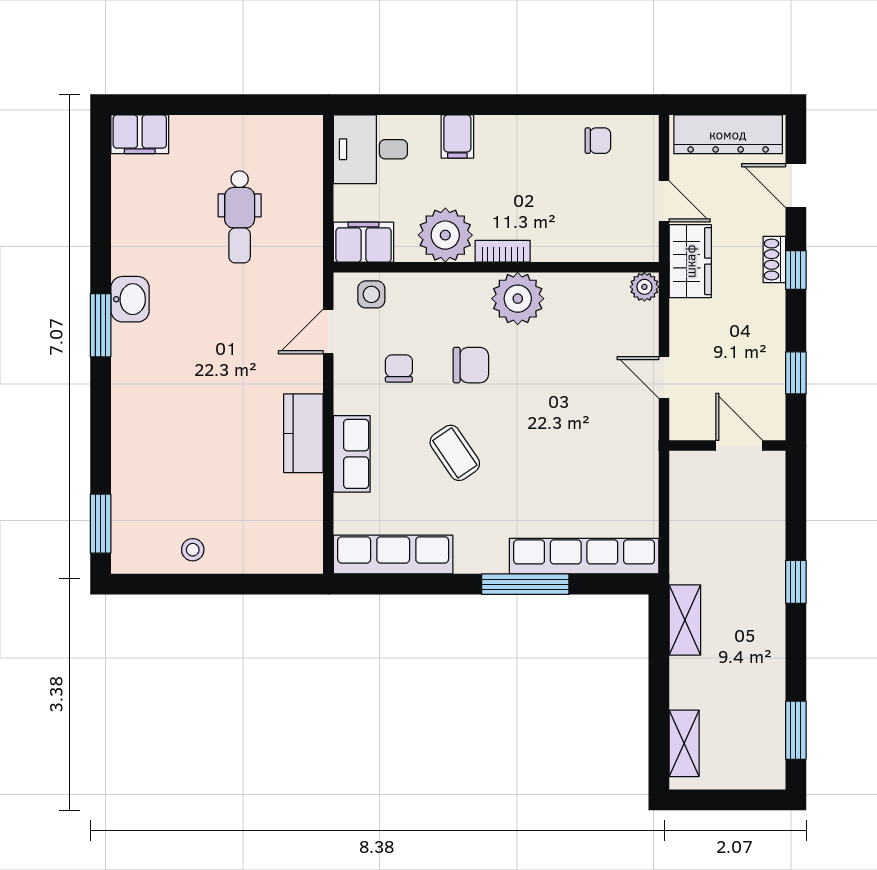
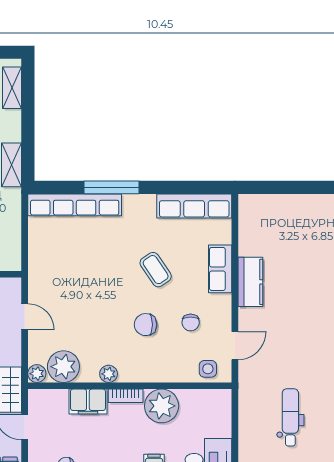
filing cabinet: (363, 242) -> (88, 402), moved
plant: (602, 298) -> (63, 367), added
plant: (518, 299) -> (109, 374), width x0.53, depth x0.53
stool: (193, 550) -> (320, 209), removed

